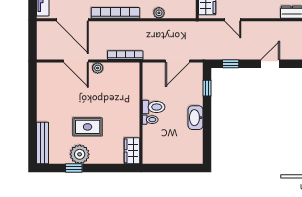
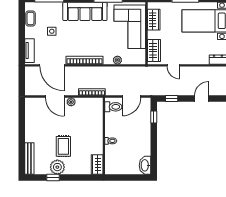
toilet: (154, 107) -> (113, 107), moved
washbasin: (195, 118) -> (145, 165), moved
rug: (88, 127) -> (63, 146), turned 90

